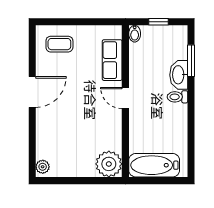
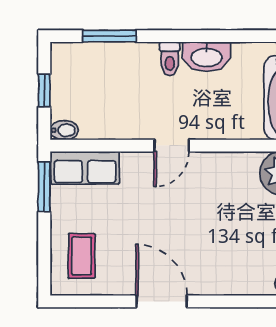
window: (101, 22) -> (44, 187), added
row of seats: (112, 60) -> (85, 168), moved
washbasin: (179, 75) -> (207, 57), moved

